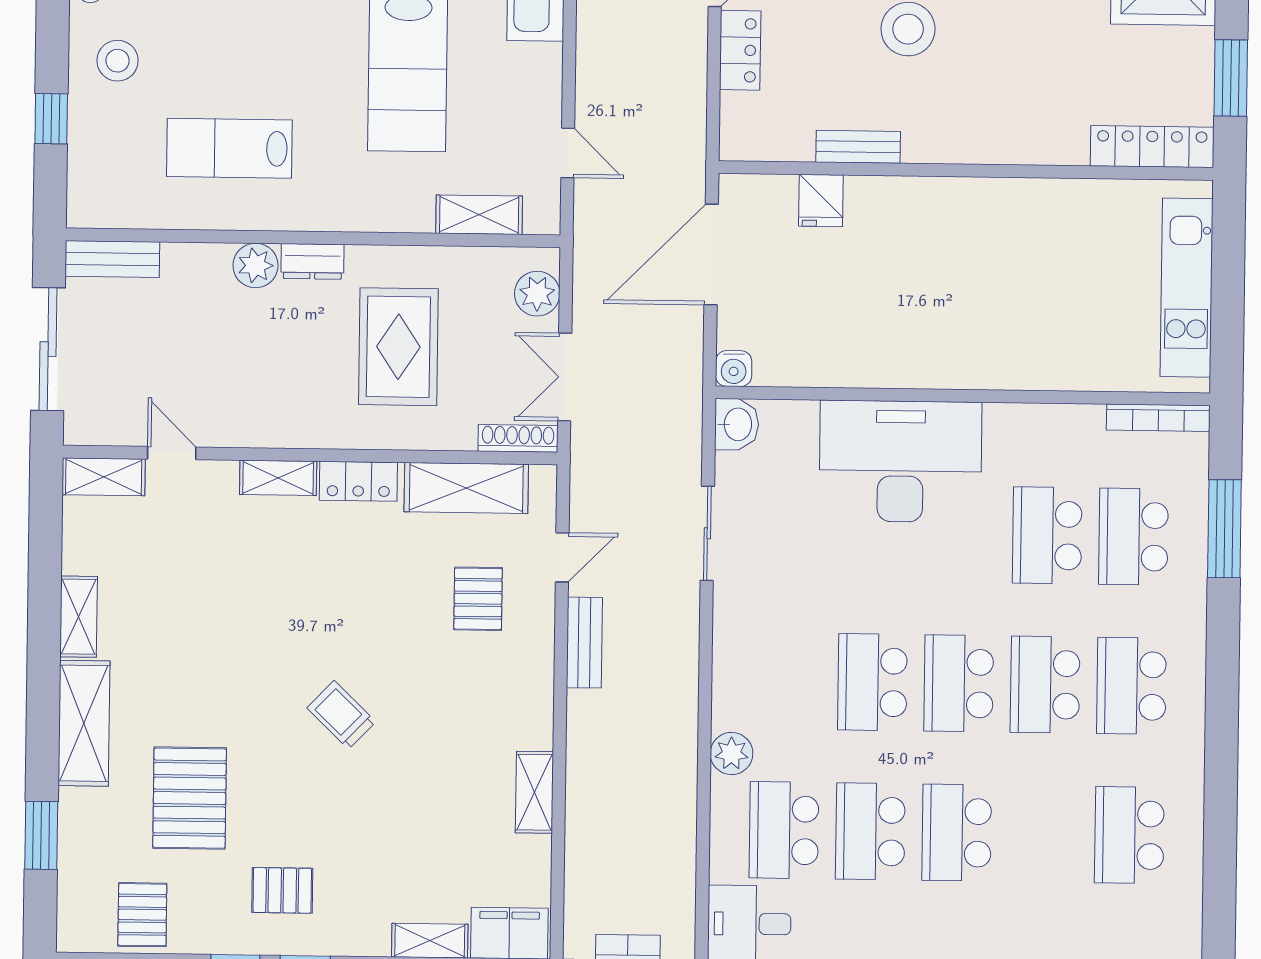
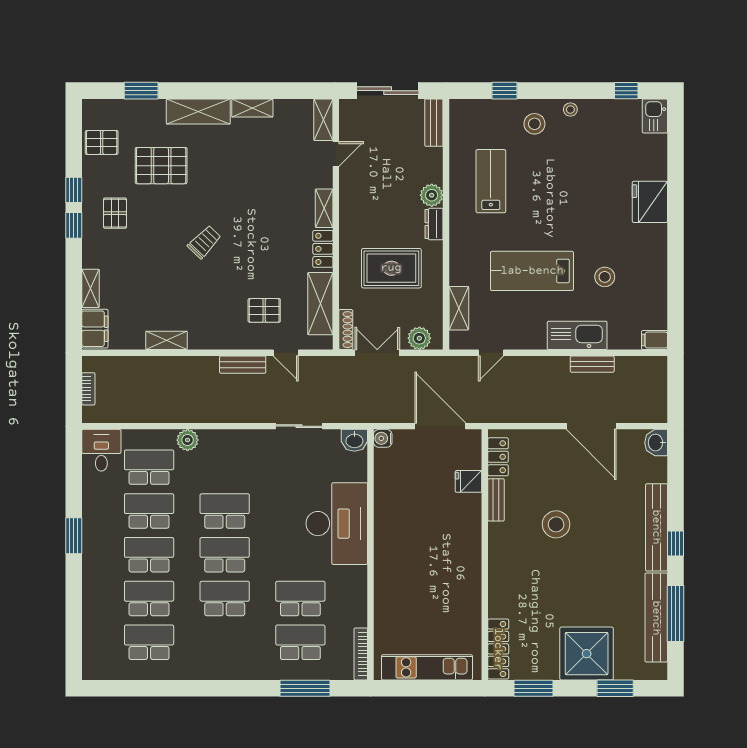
locker: (740, 50) -> (498, 457), moved, turned -90
school desk: (1131, 686) -> (149, 598), moved

